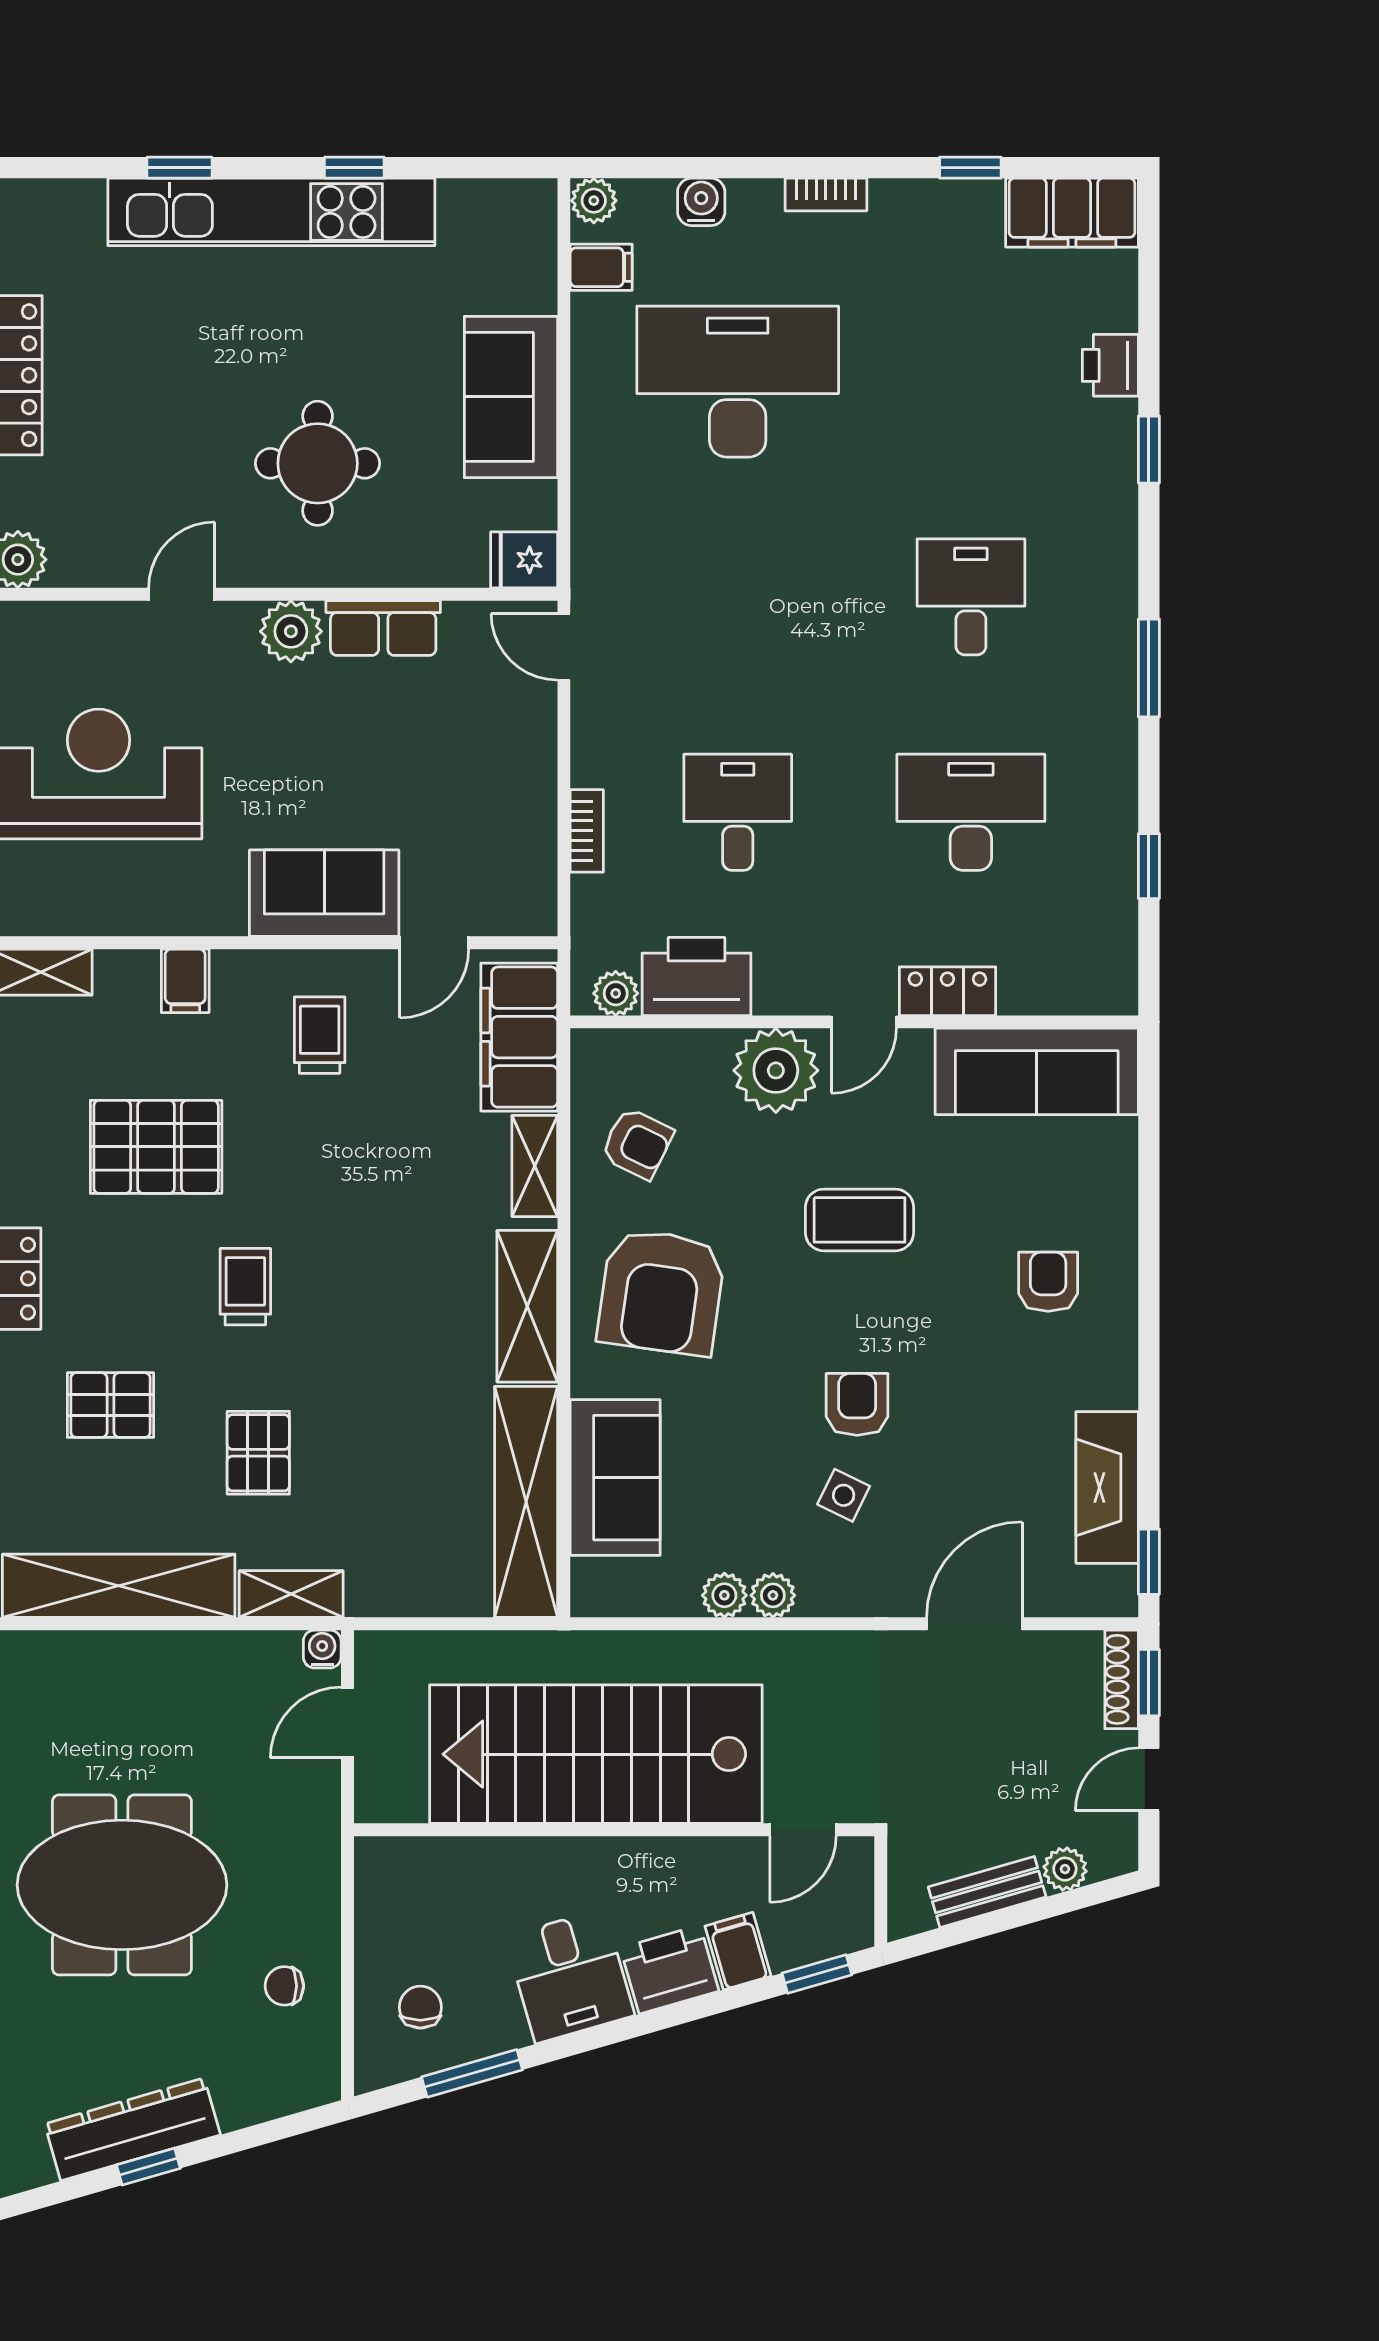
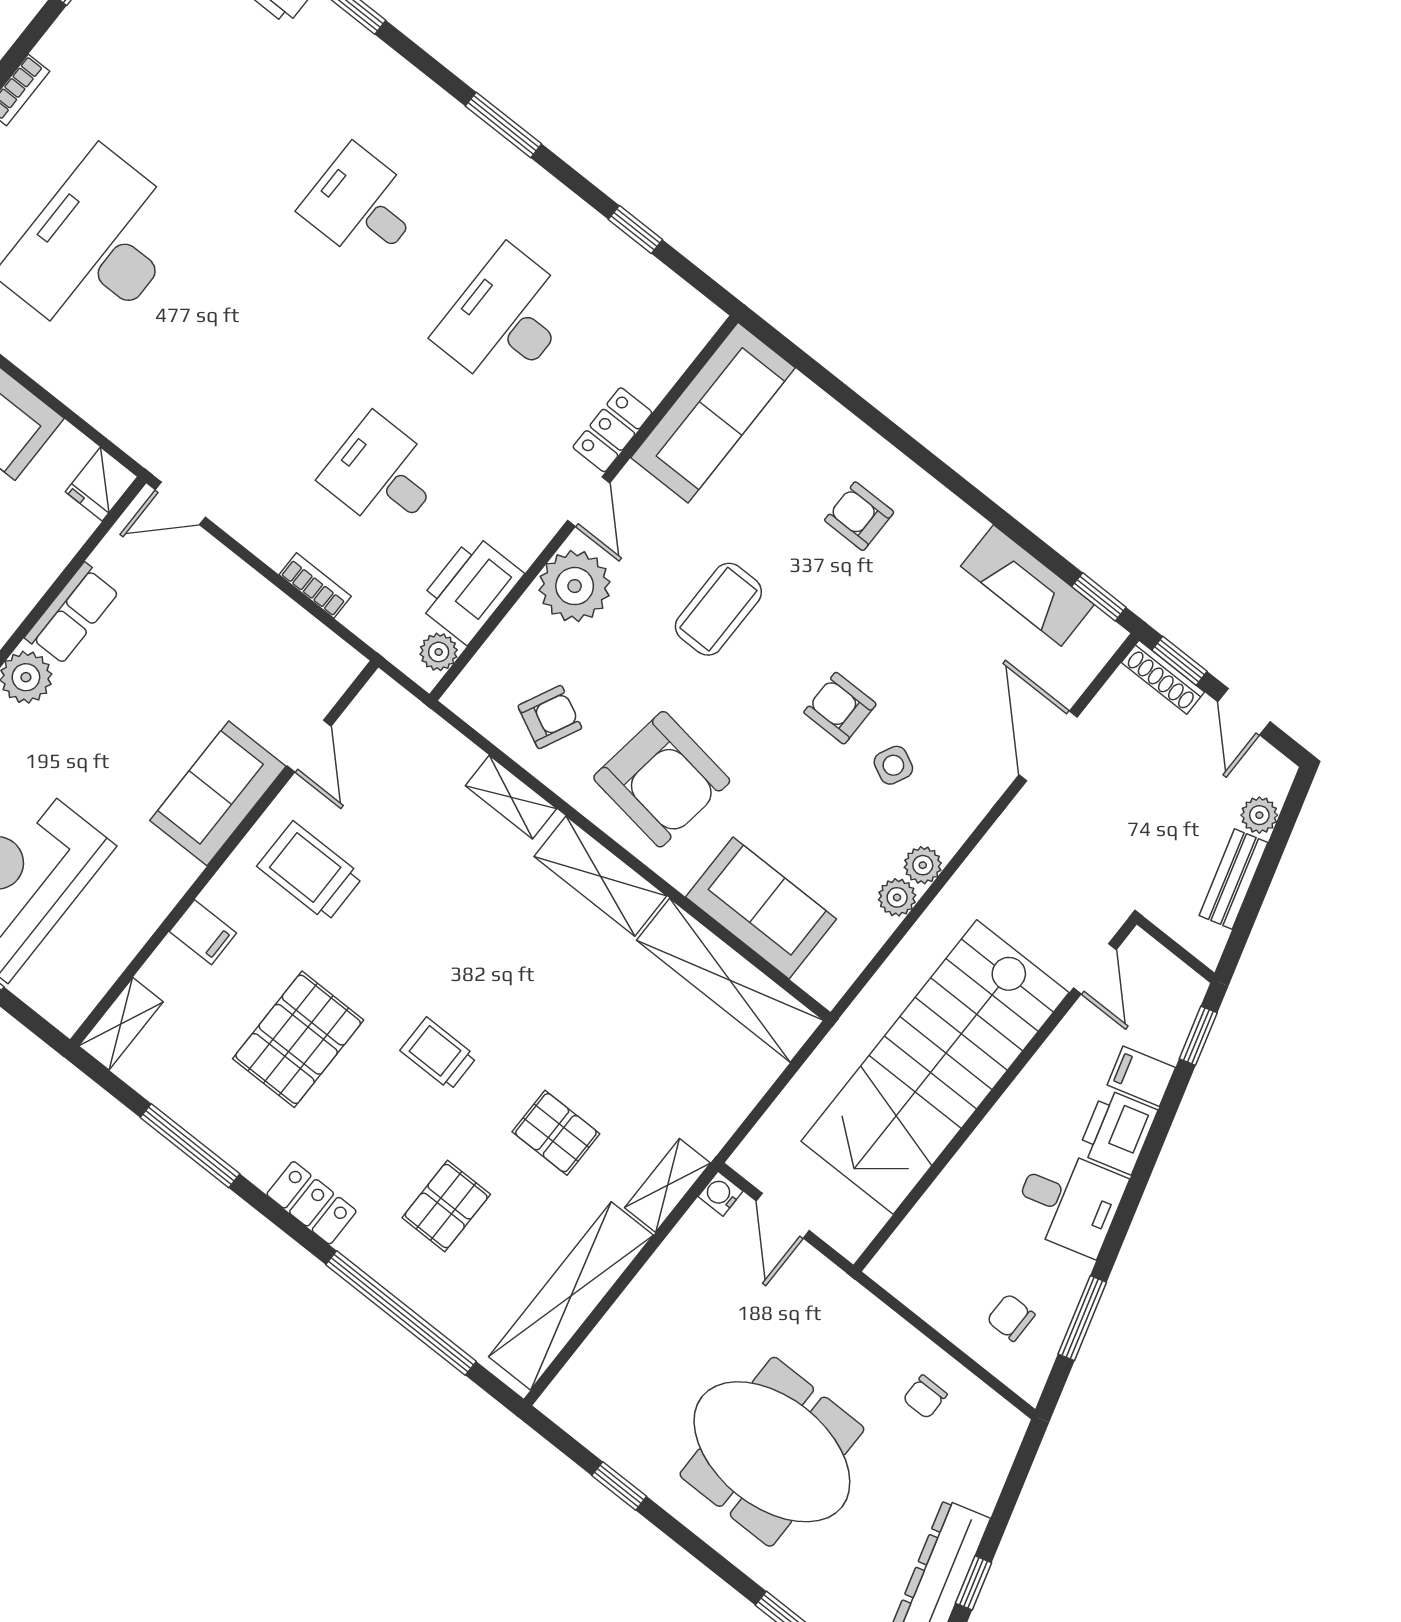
trolley: (320, 1035) -> (310, 871), width x1.36, depth x1.39
filing cabinet: (519, 1037) -> (417, 739), removed
meeting table: (122, 1885) -> (772, 1452), turned 90

